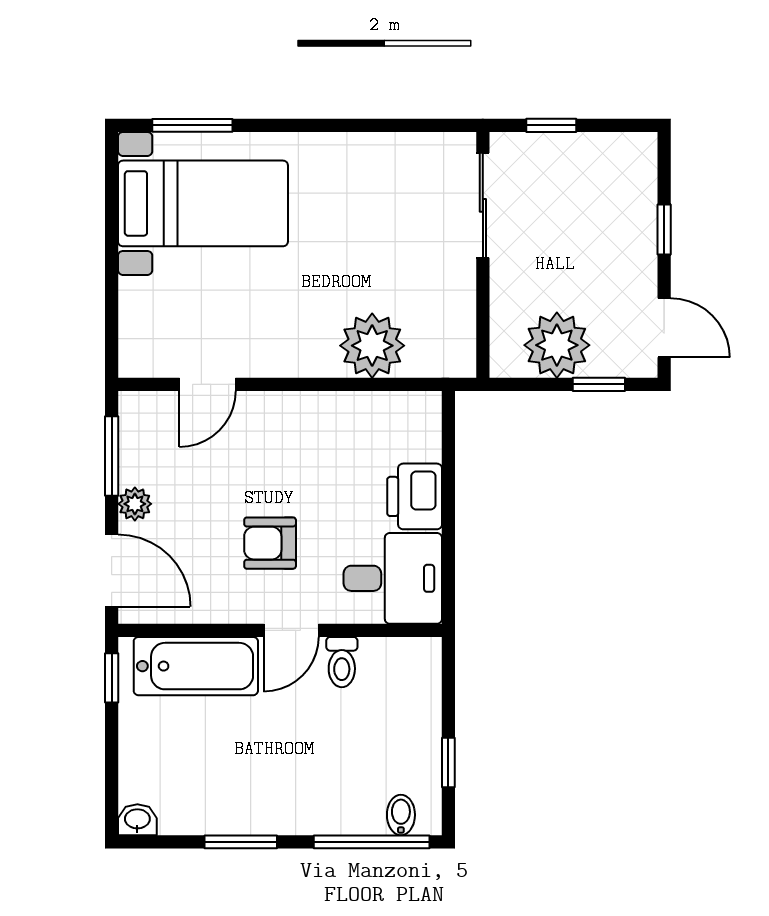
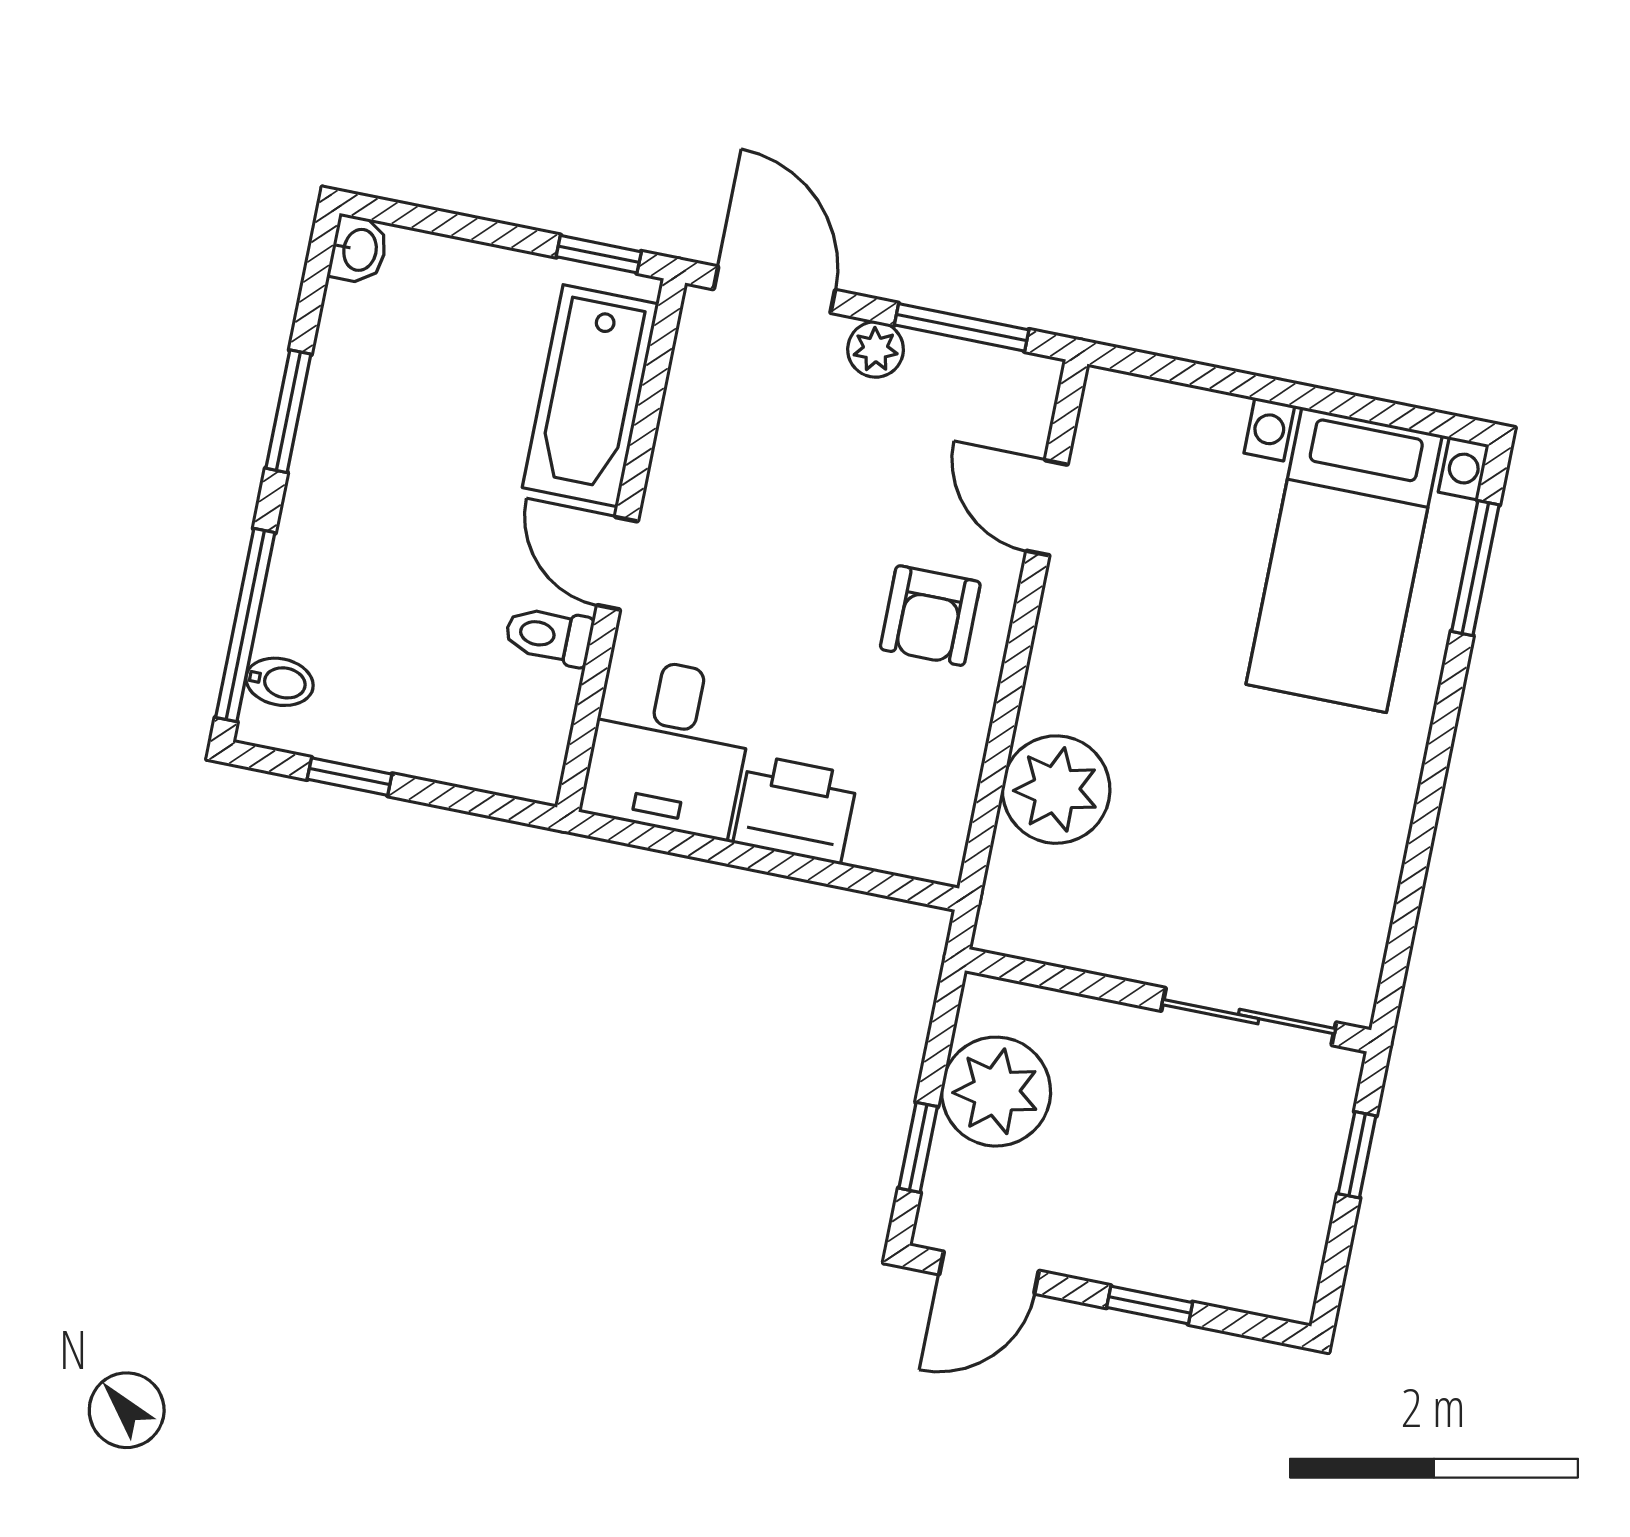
armchair: (270, 543) -> (930, 616), moved, turned 180
door: (112, 571) -> (774, 290), swing flipped

